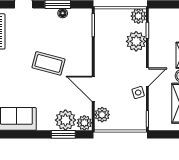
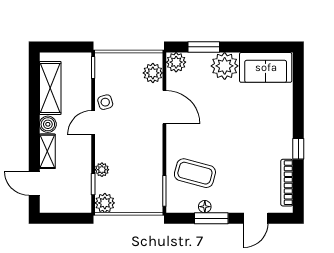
plant: (136, 41) -> (102, 170), width x0.53, depth x0.53
coffee table: (48, 63) -> (195, 173), moved
plant: (65, 120) -> (225, 66), moved

